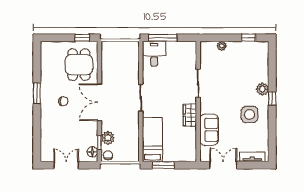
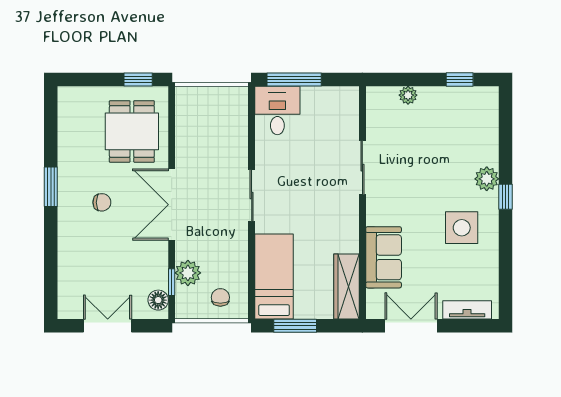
wardrobe: (190, 115) -> (346, 286), moved, width x1.50
chair: (108, 155) -> (220, 297), moved

